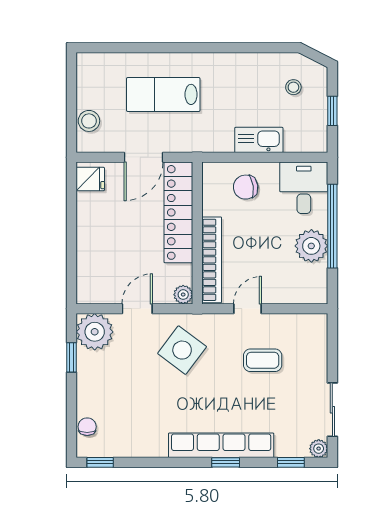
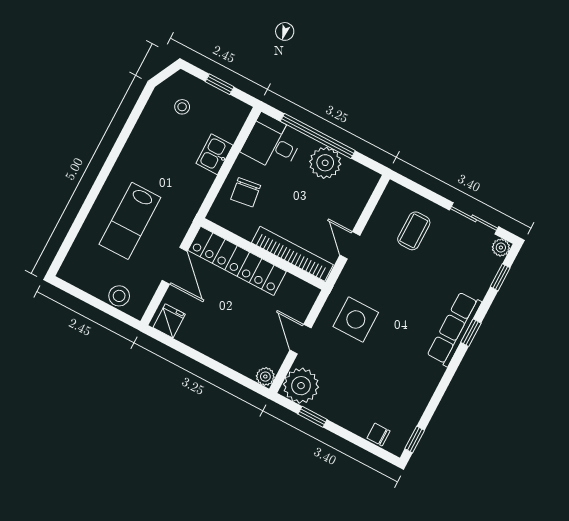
kitchen sink: (259, 140) -> (214, 154), width x0.73
plant: (183, 295) -> (265, 377), moved
side table: (182, 350) -> (356, 319), turned -37
coffee table: (263, 360) -> (414, 231), moved
row of seats: (221, 445) -> (454, 329), width x0.73

